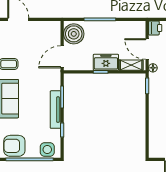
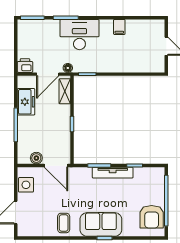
boiler: (74, 34) -> (36, 158), width x0.54, depth x0.54
freezer: (106, 62) -> (26, 102), moved, turned 180
side table: (47, 150) -> (26, 185), moved

